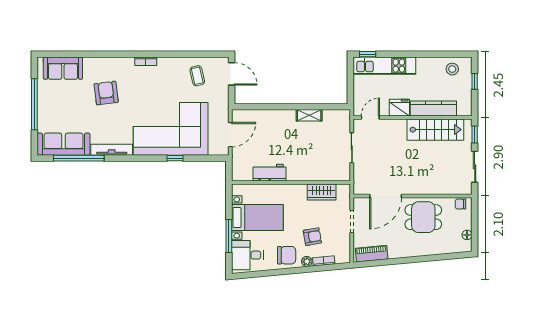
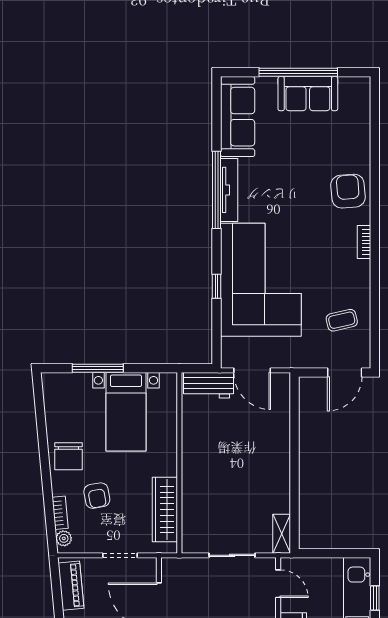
window: (368, 54) -> (375, 598), moved
sofa: (63, 68) -> (308, 94), moved, turned -90
armchair: (106, 93) -> (348, 191), moved, turned -88
shelving: (309, 115) -> (282, 534), moved
window: (79, 158) -> (216, 190), moved
workbench: (270, 173) -> (208, 385), moved, turned 90
wardrobe: (322, 192) -> (165, 510), width x1.50
desk: (247, 255) -> (69, 397), removed
plant: (307, 261) -> (64, 538), moved

